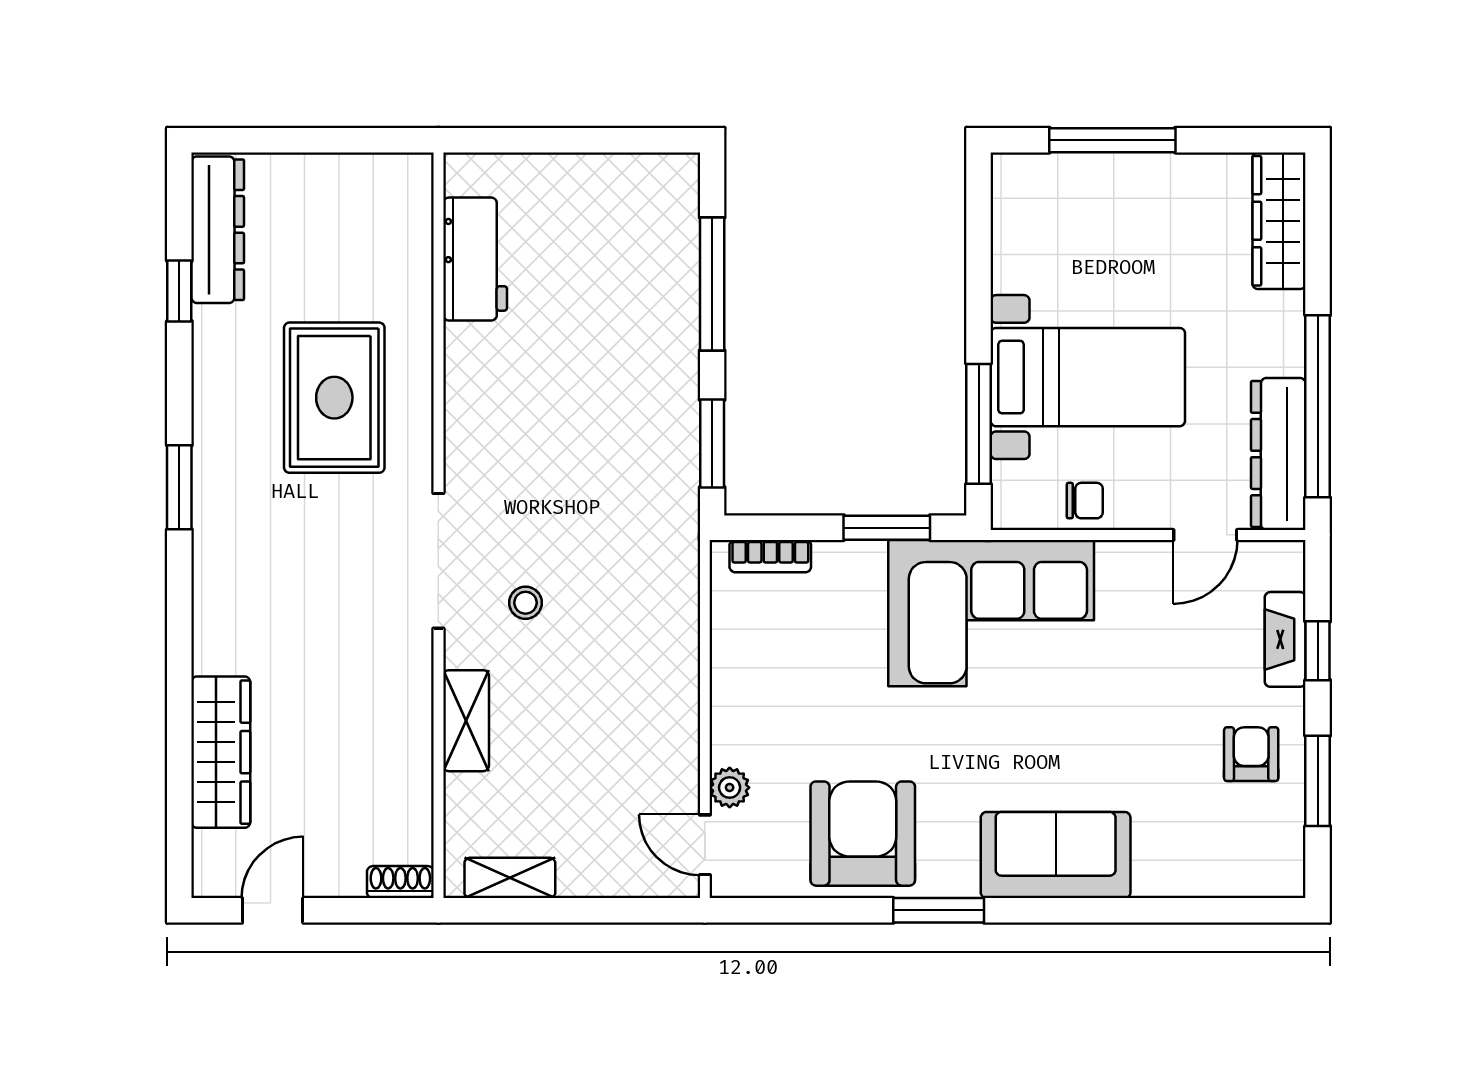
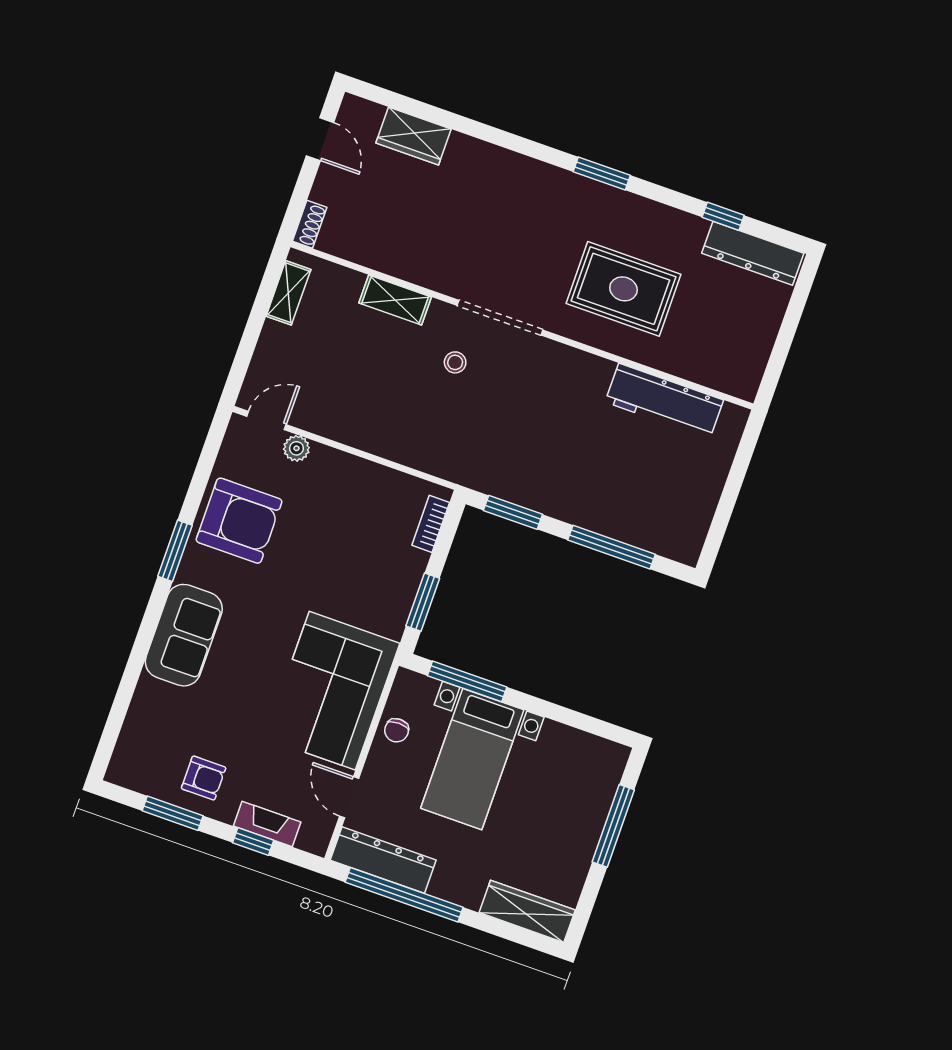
workbench: (475, 259) -> (664, 401), width x1.38
corner sofa: (991, 613) -> (332, 691), moved
wardrobe: (221, 752) -> (413, 136), width x0.67

